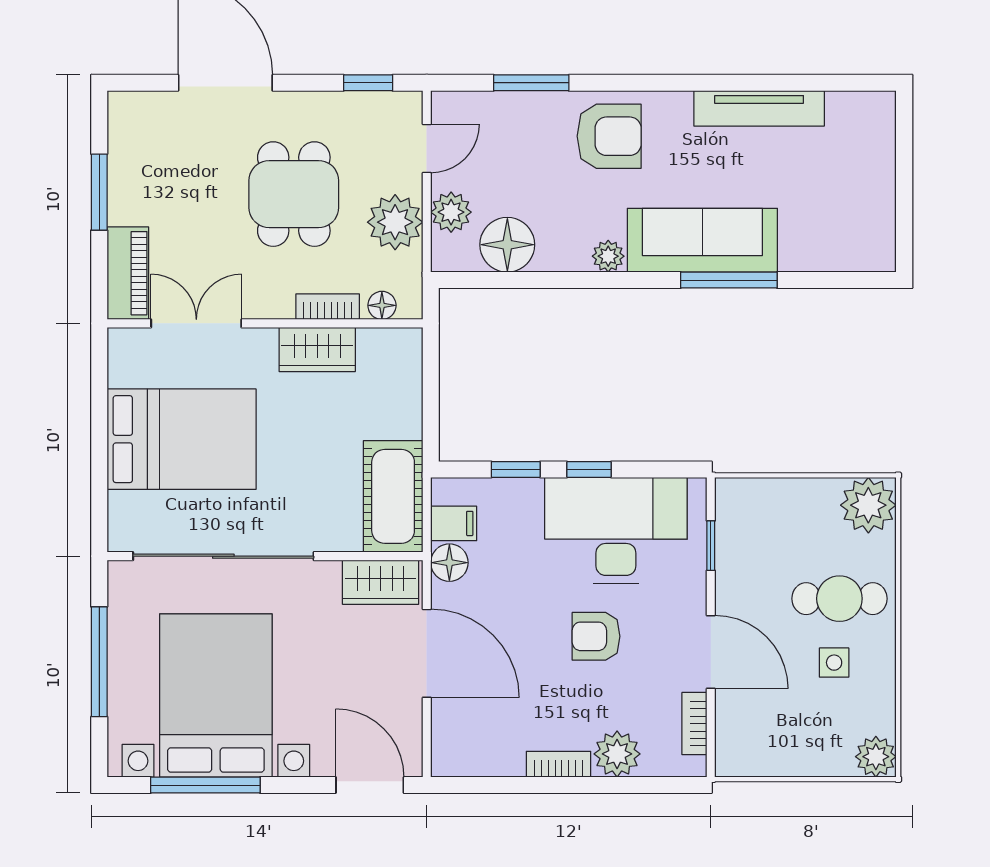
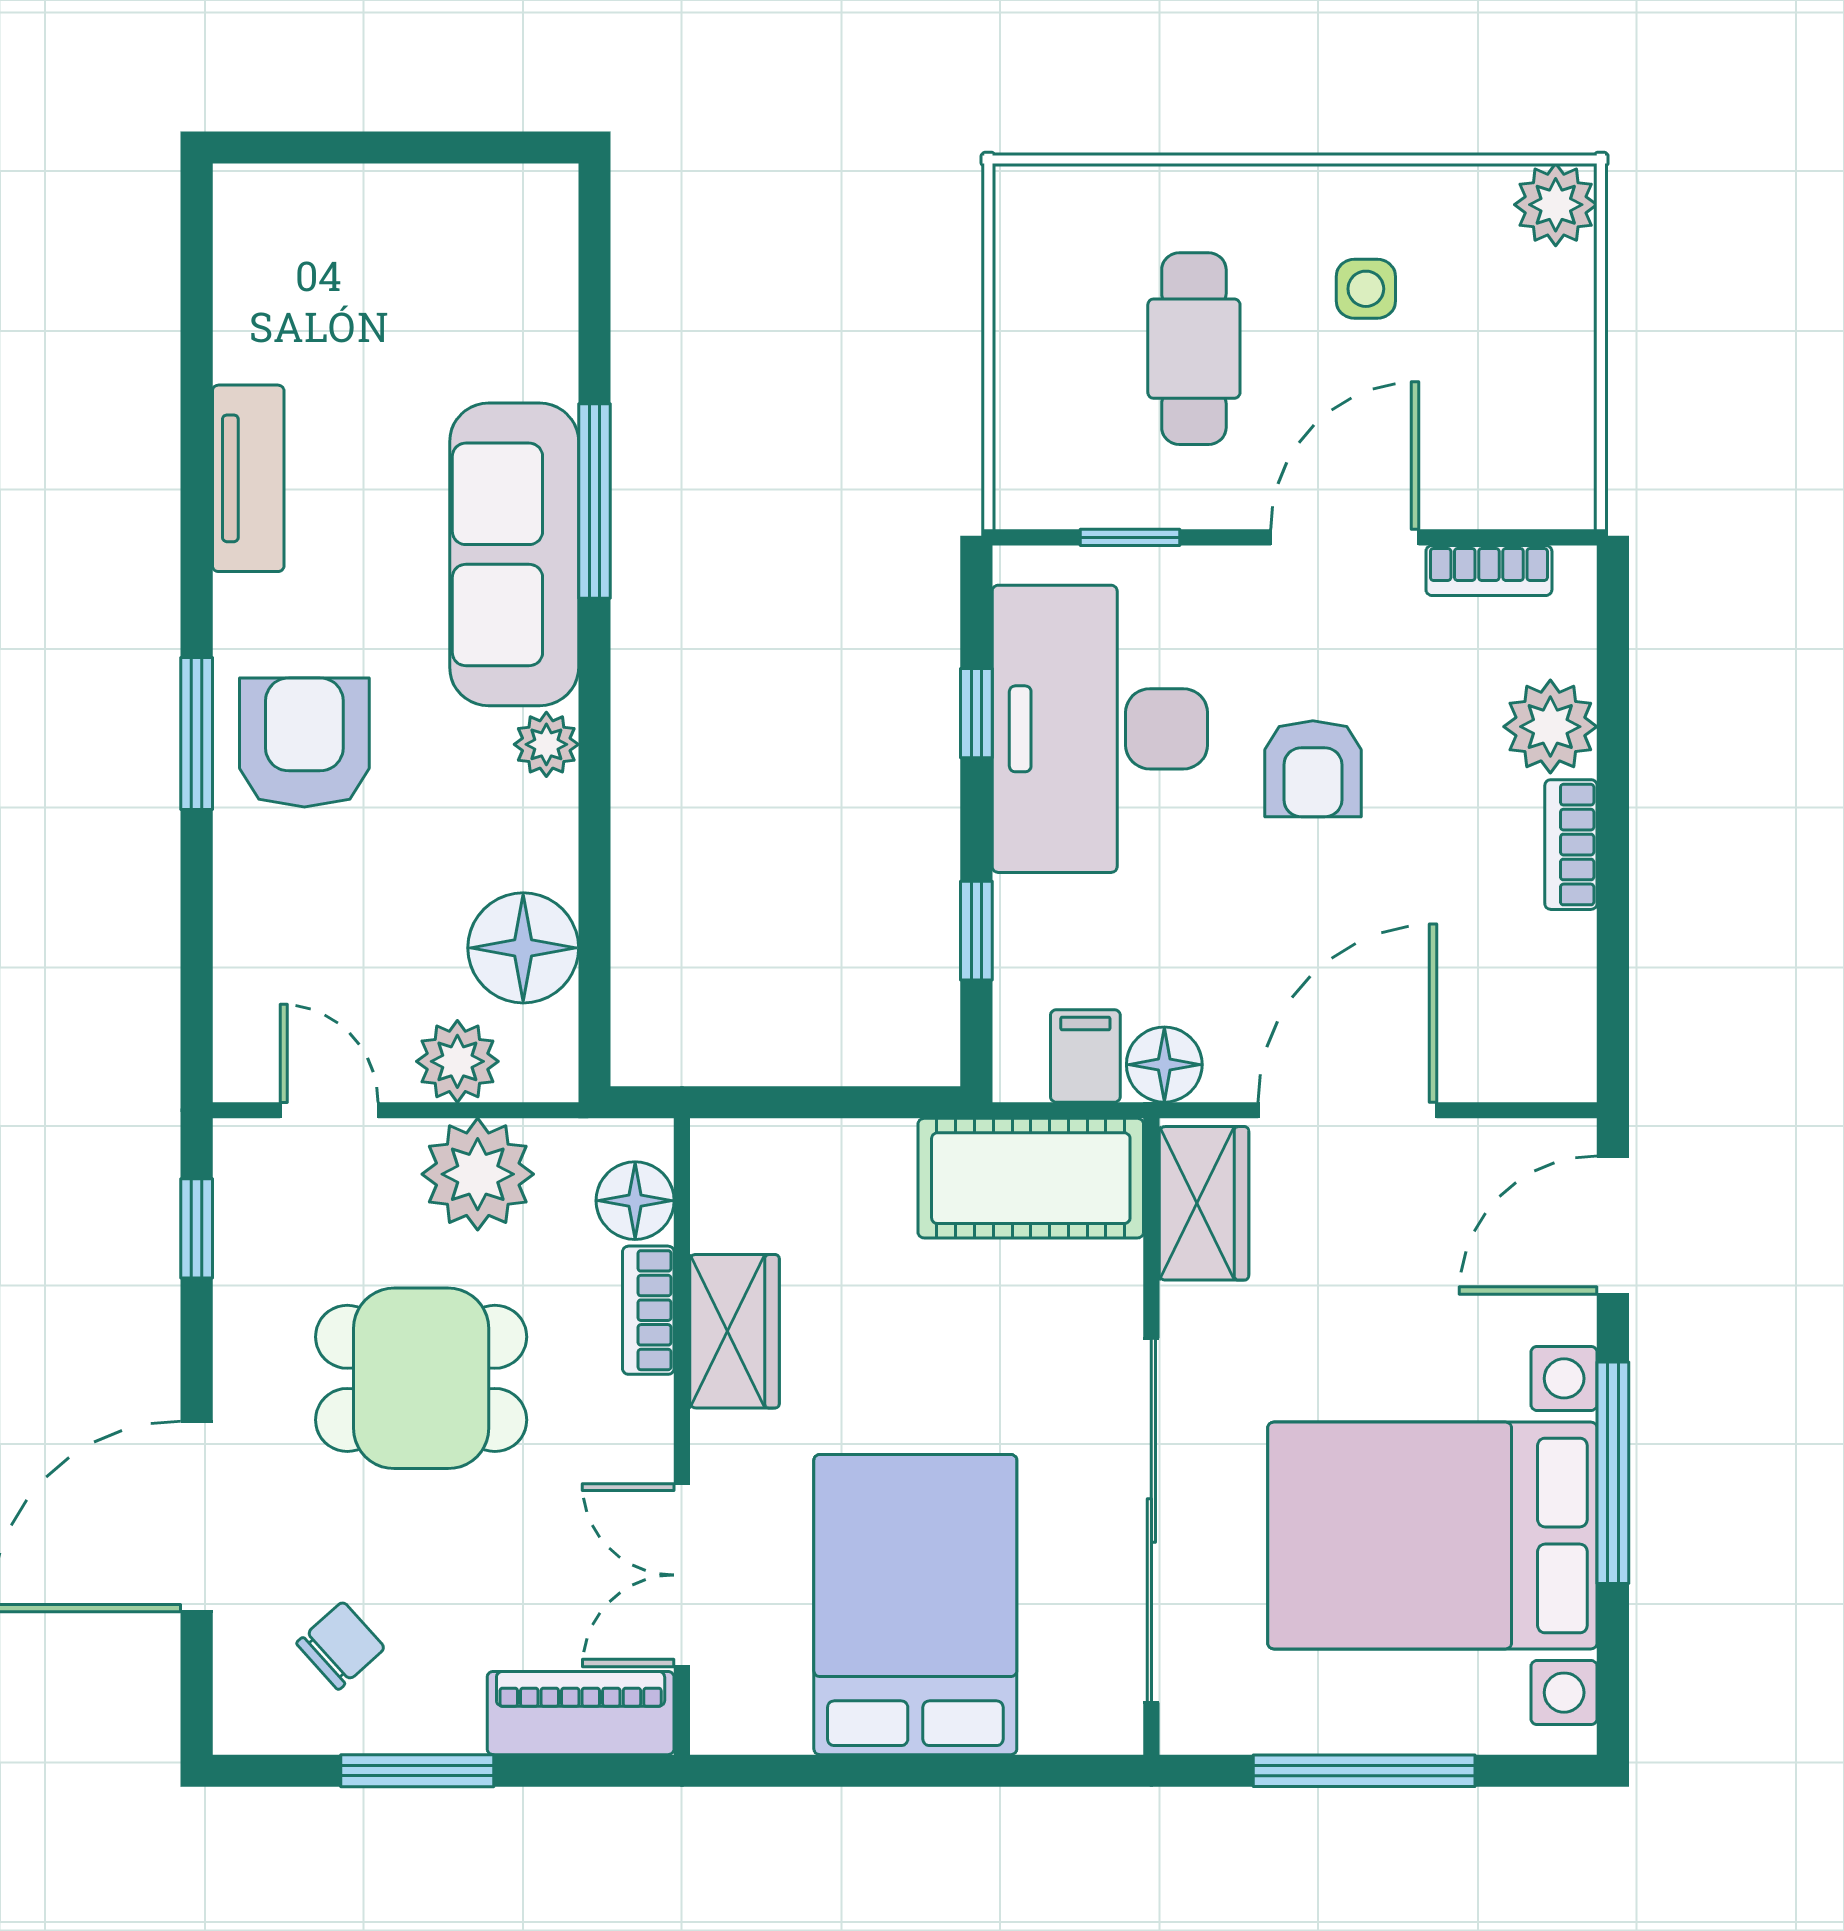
window: (531, 83) -> (197, 733), moved
tv unit: (759, 108) -> (248, 478), width x0.71
chair: (161, 154) -> (341, 1646), added
floor lamp: (382, 305) -> (635, 1201), width x1.37, depth x1.37
window: (589, 469) -> (976, 713), moved
plant: (868, 505) -> (1049, 220), removed
cafe table: (839, 599) -> (1194, 349), moved
window: (205, 785) -> (1613, 1473), moved

